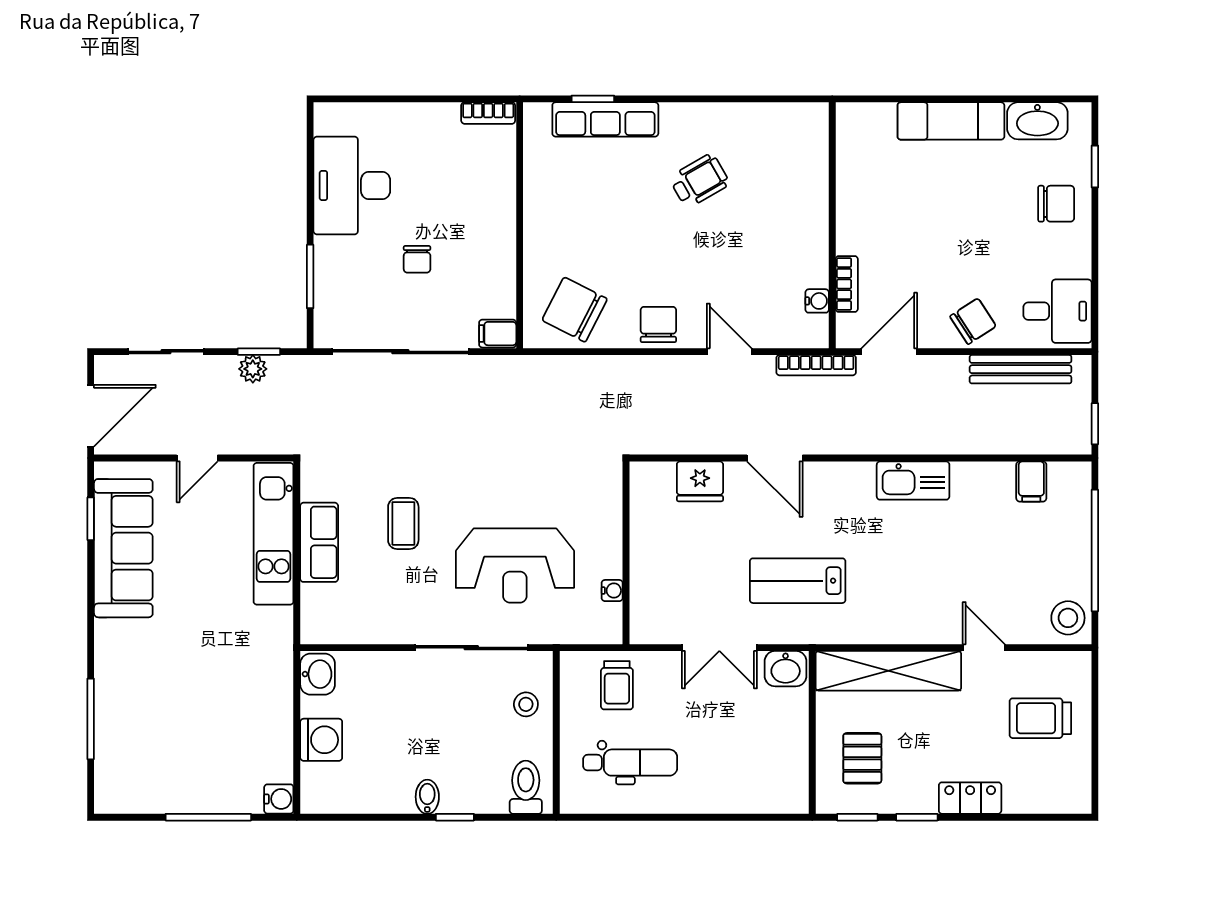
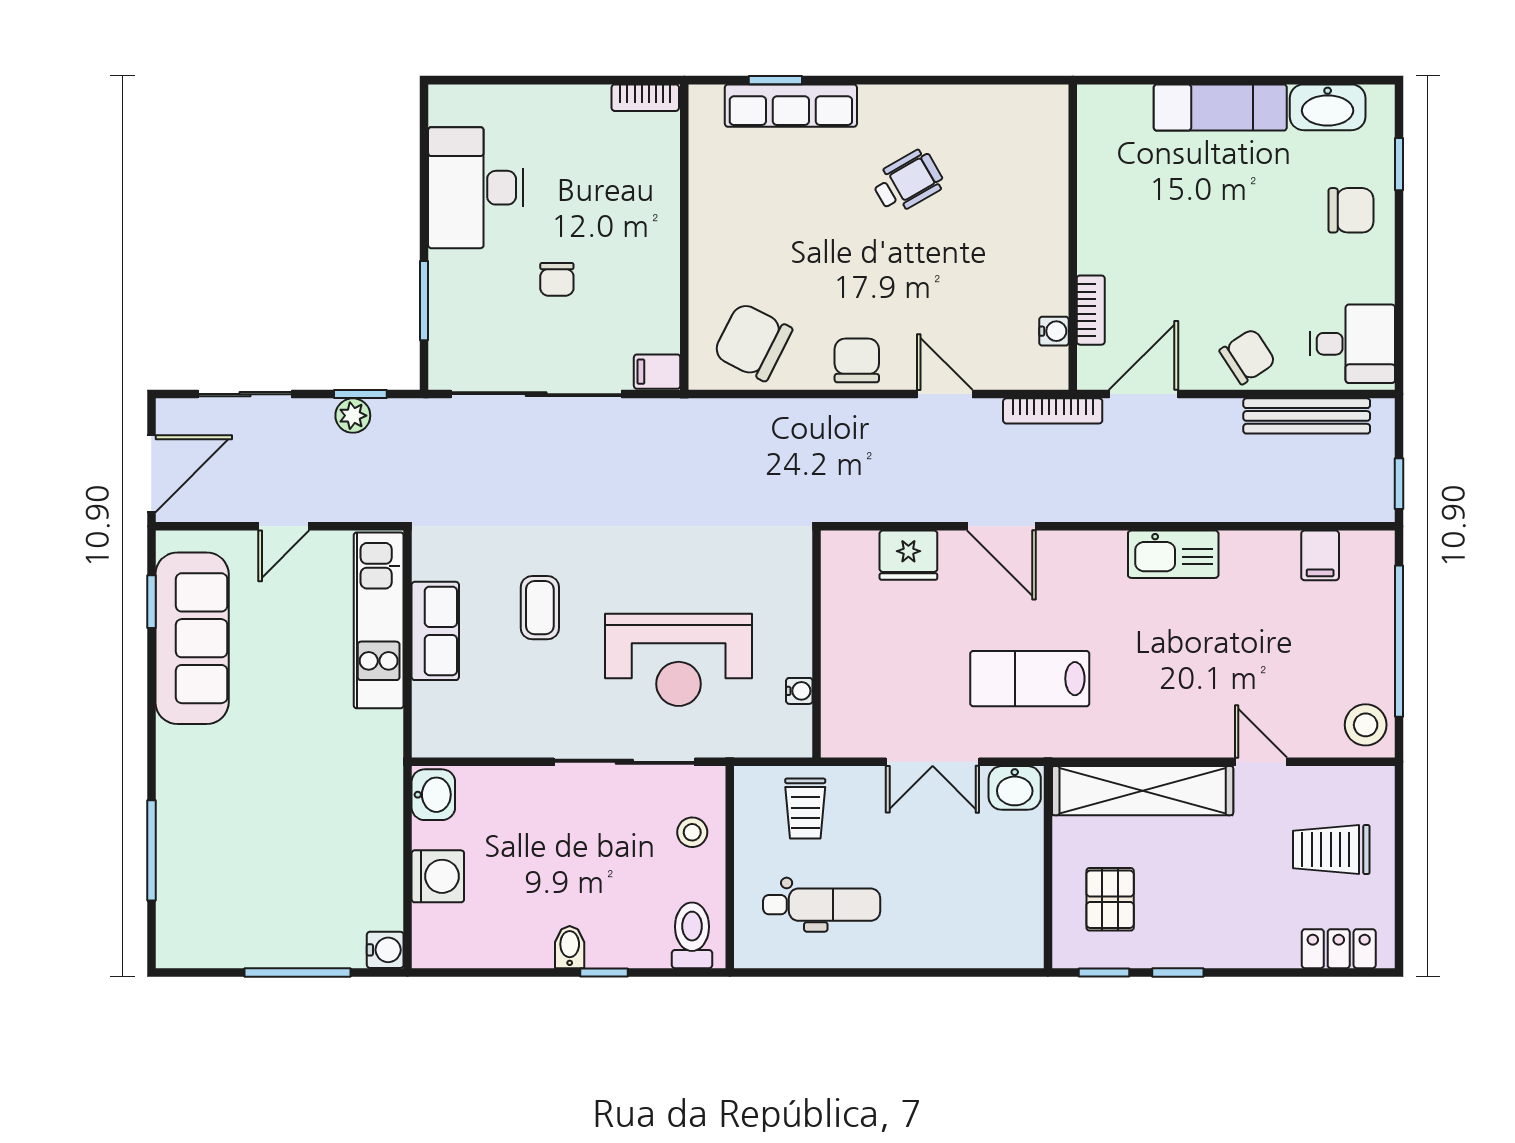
locker: (970, 798) -> (1339, 949), moved

